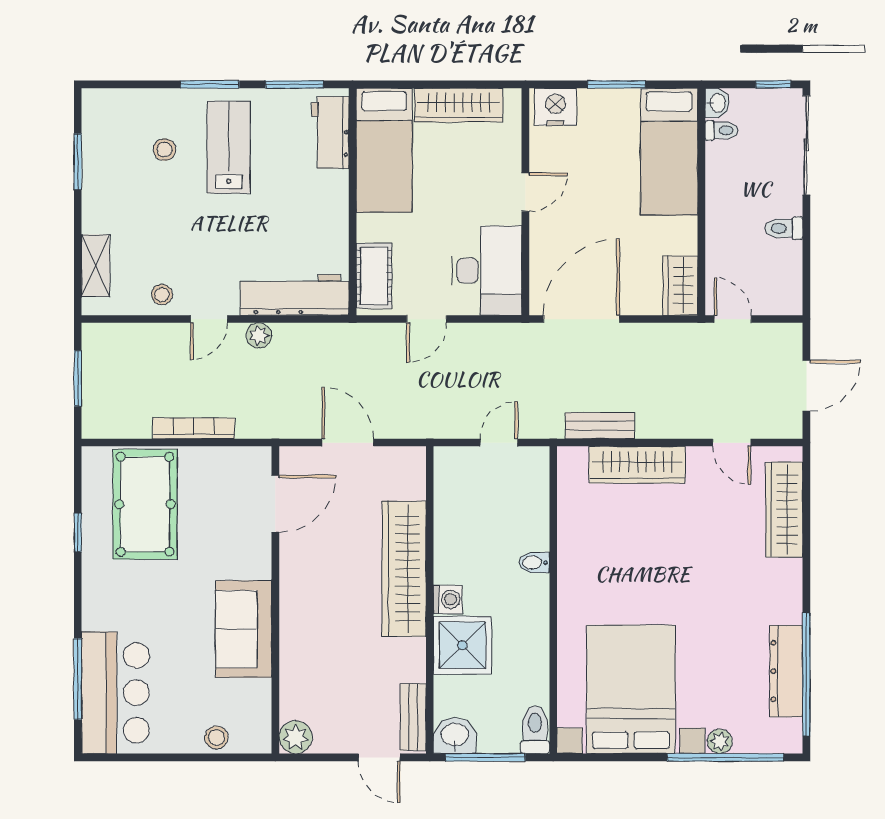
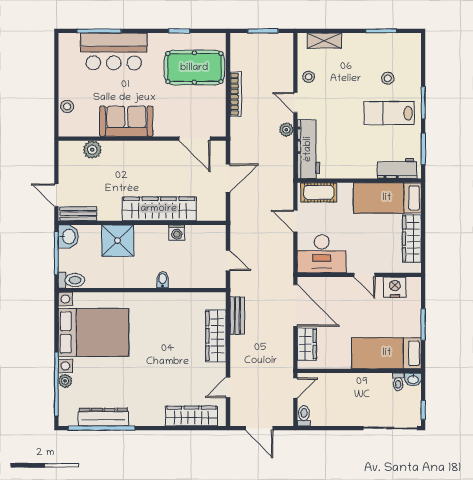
nightstand: (555, 107) -> (395, 287), moved, turned -90
lab bench: (229, 147) -> (389, 113), turned 180
toilet: (784, 228) -> (304, 416), moved
wardrobe: (680, 285) -> (307, 344), moved, turned 90
washing machine: (448, 599) -> (177, 233), moved
bar counter: (115, 693) -> (114, 51), moved
plant: (296, 737) -> (92, 150), moved
door: (379, 757) -> (56, 195), hinge flipped

